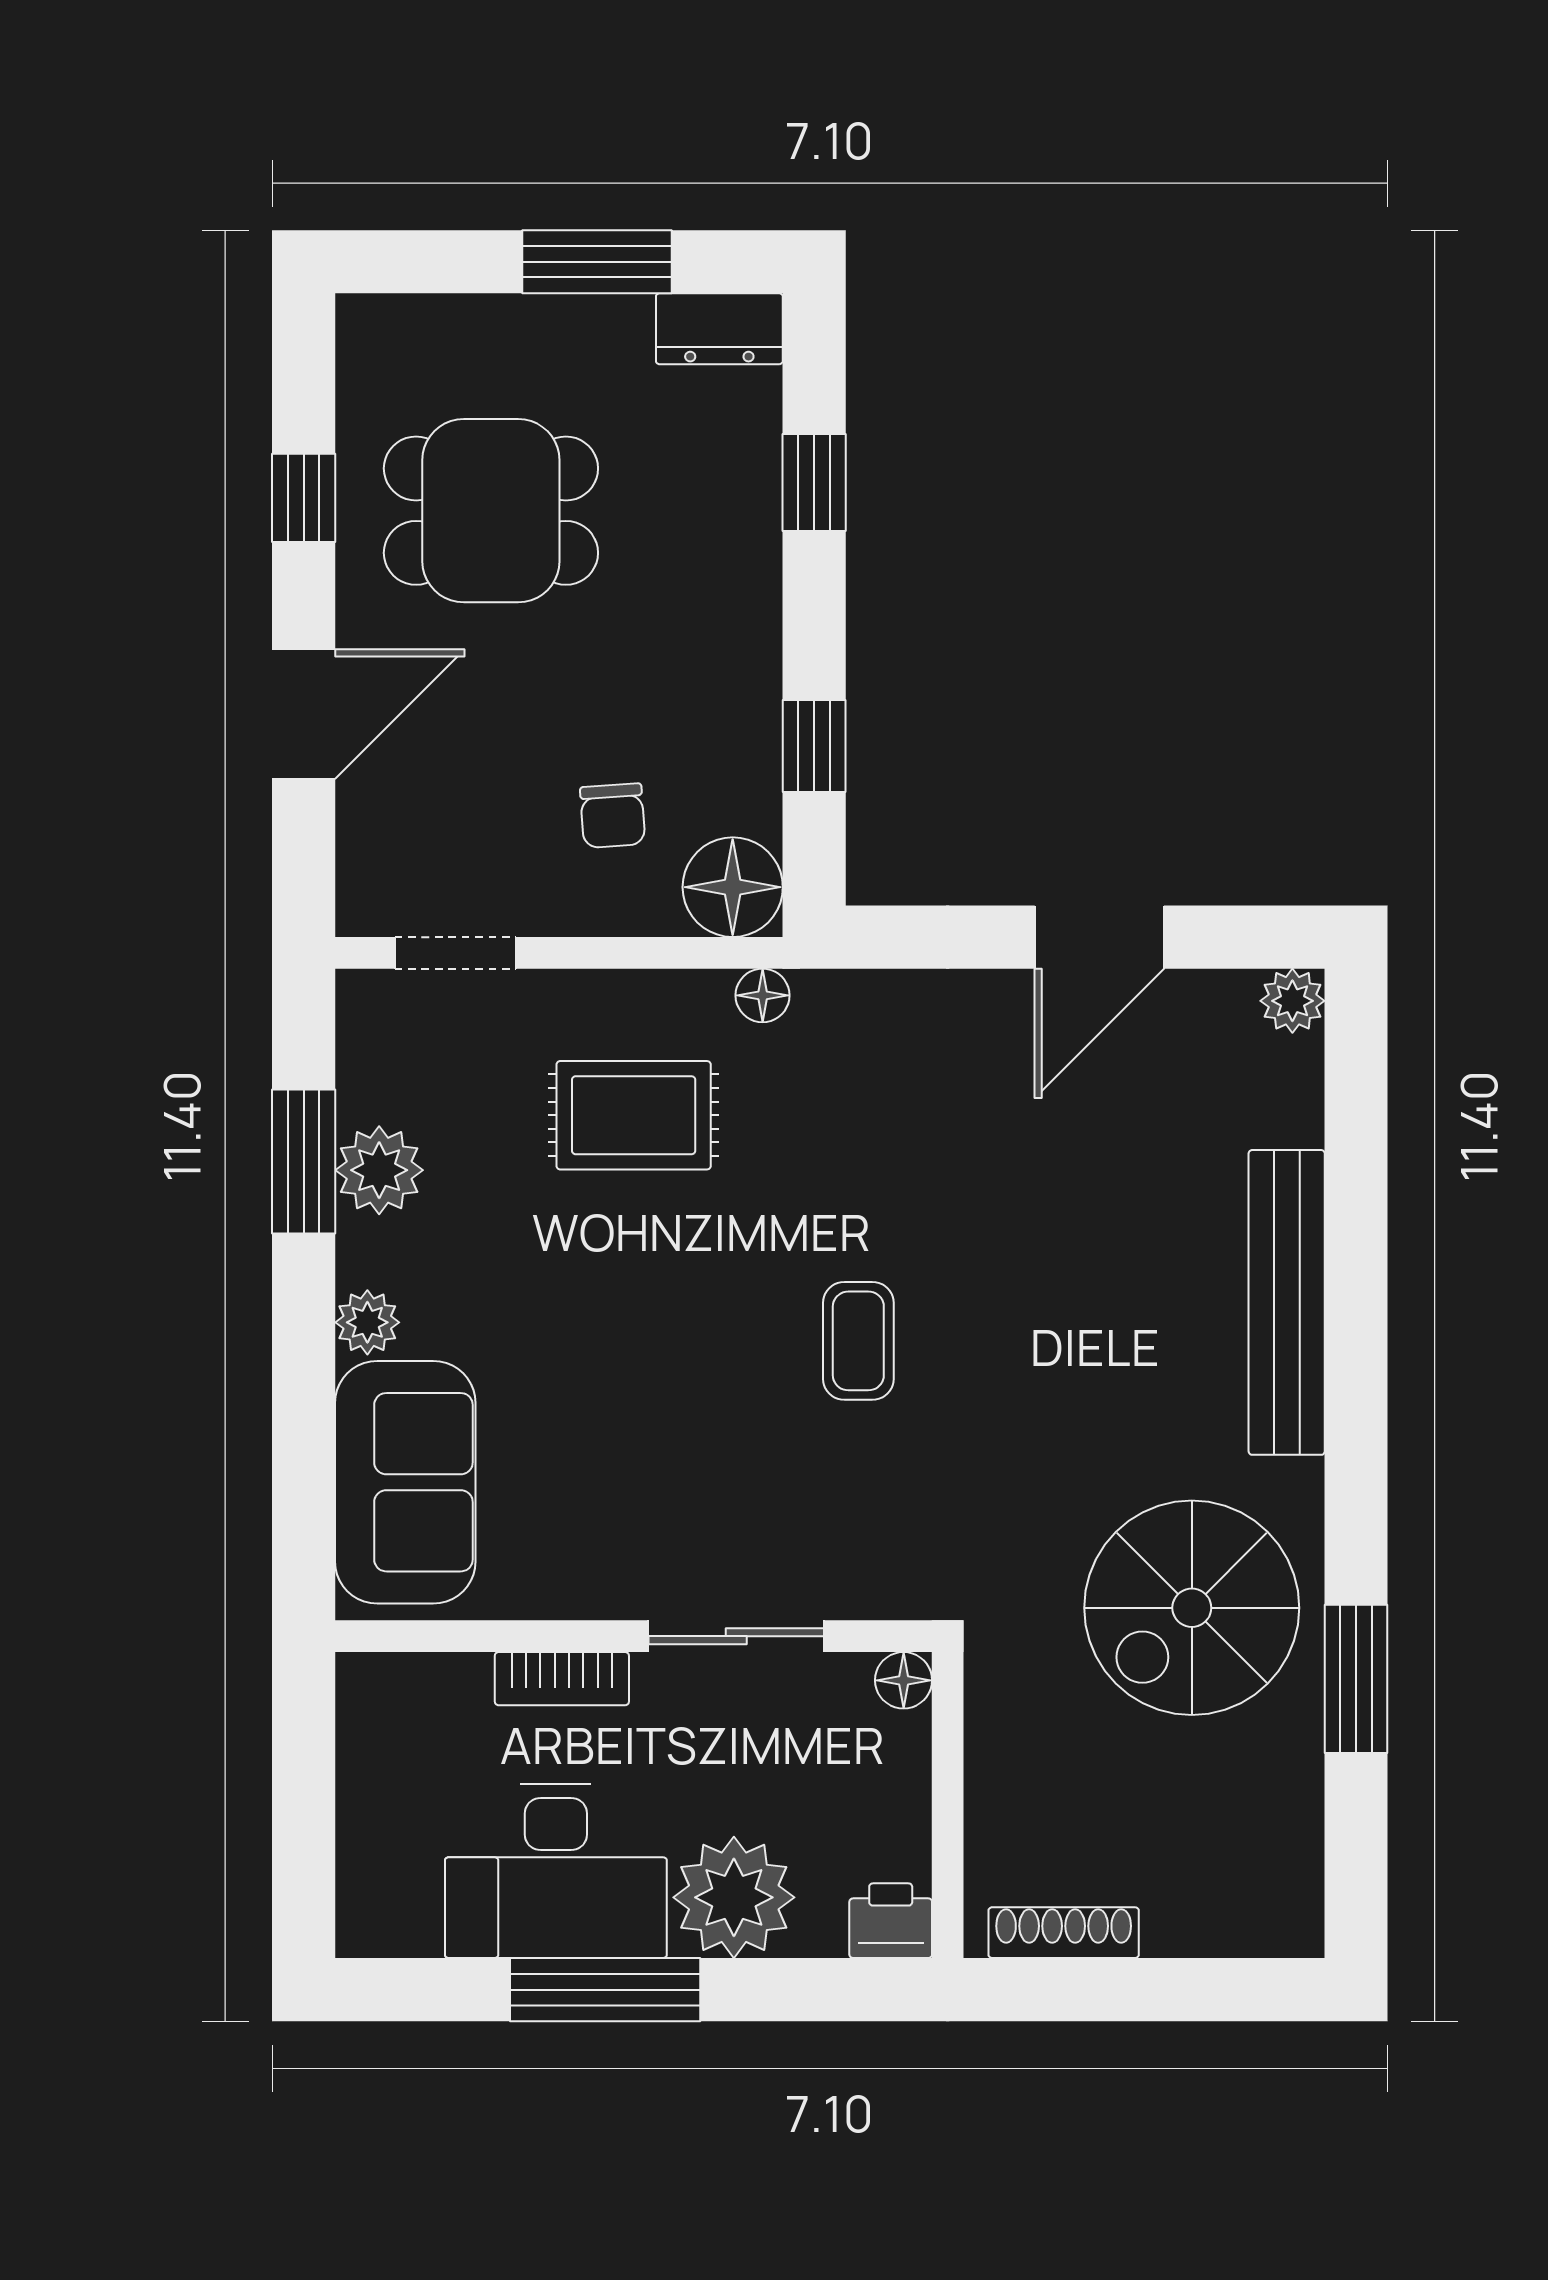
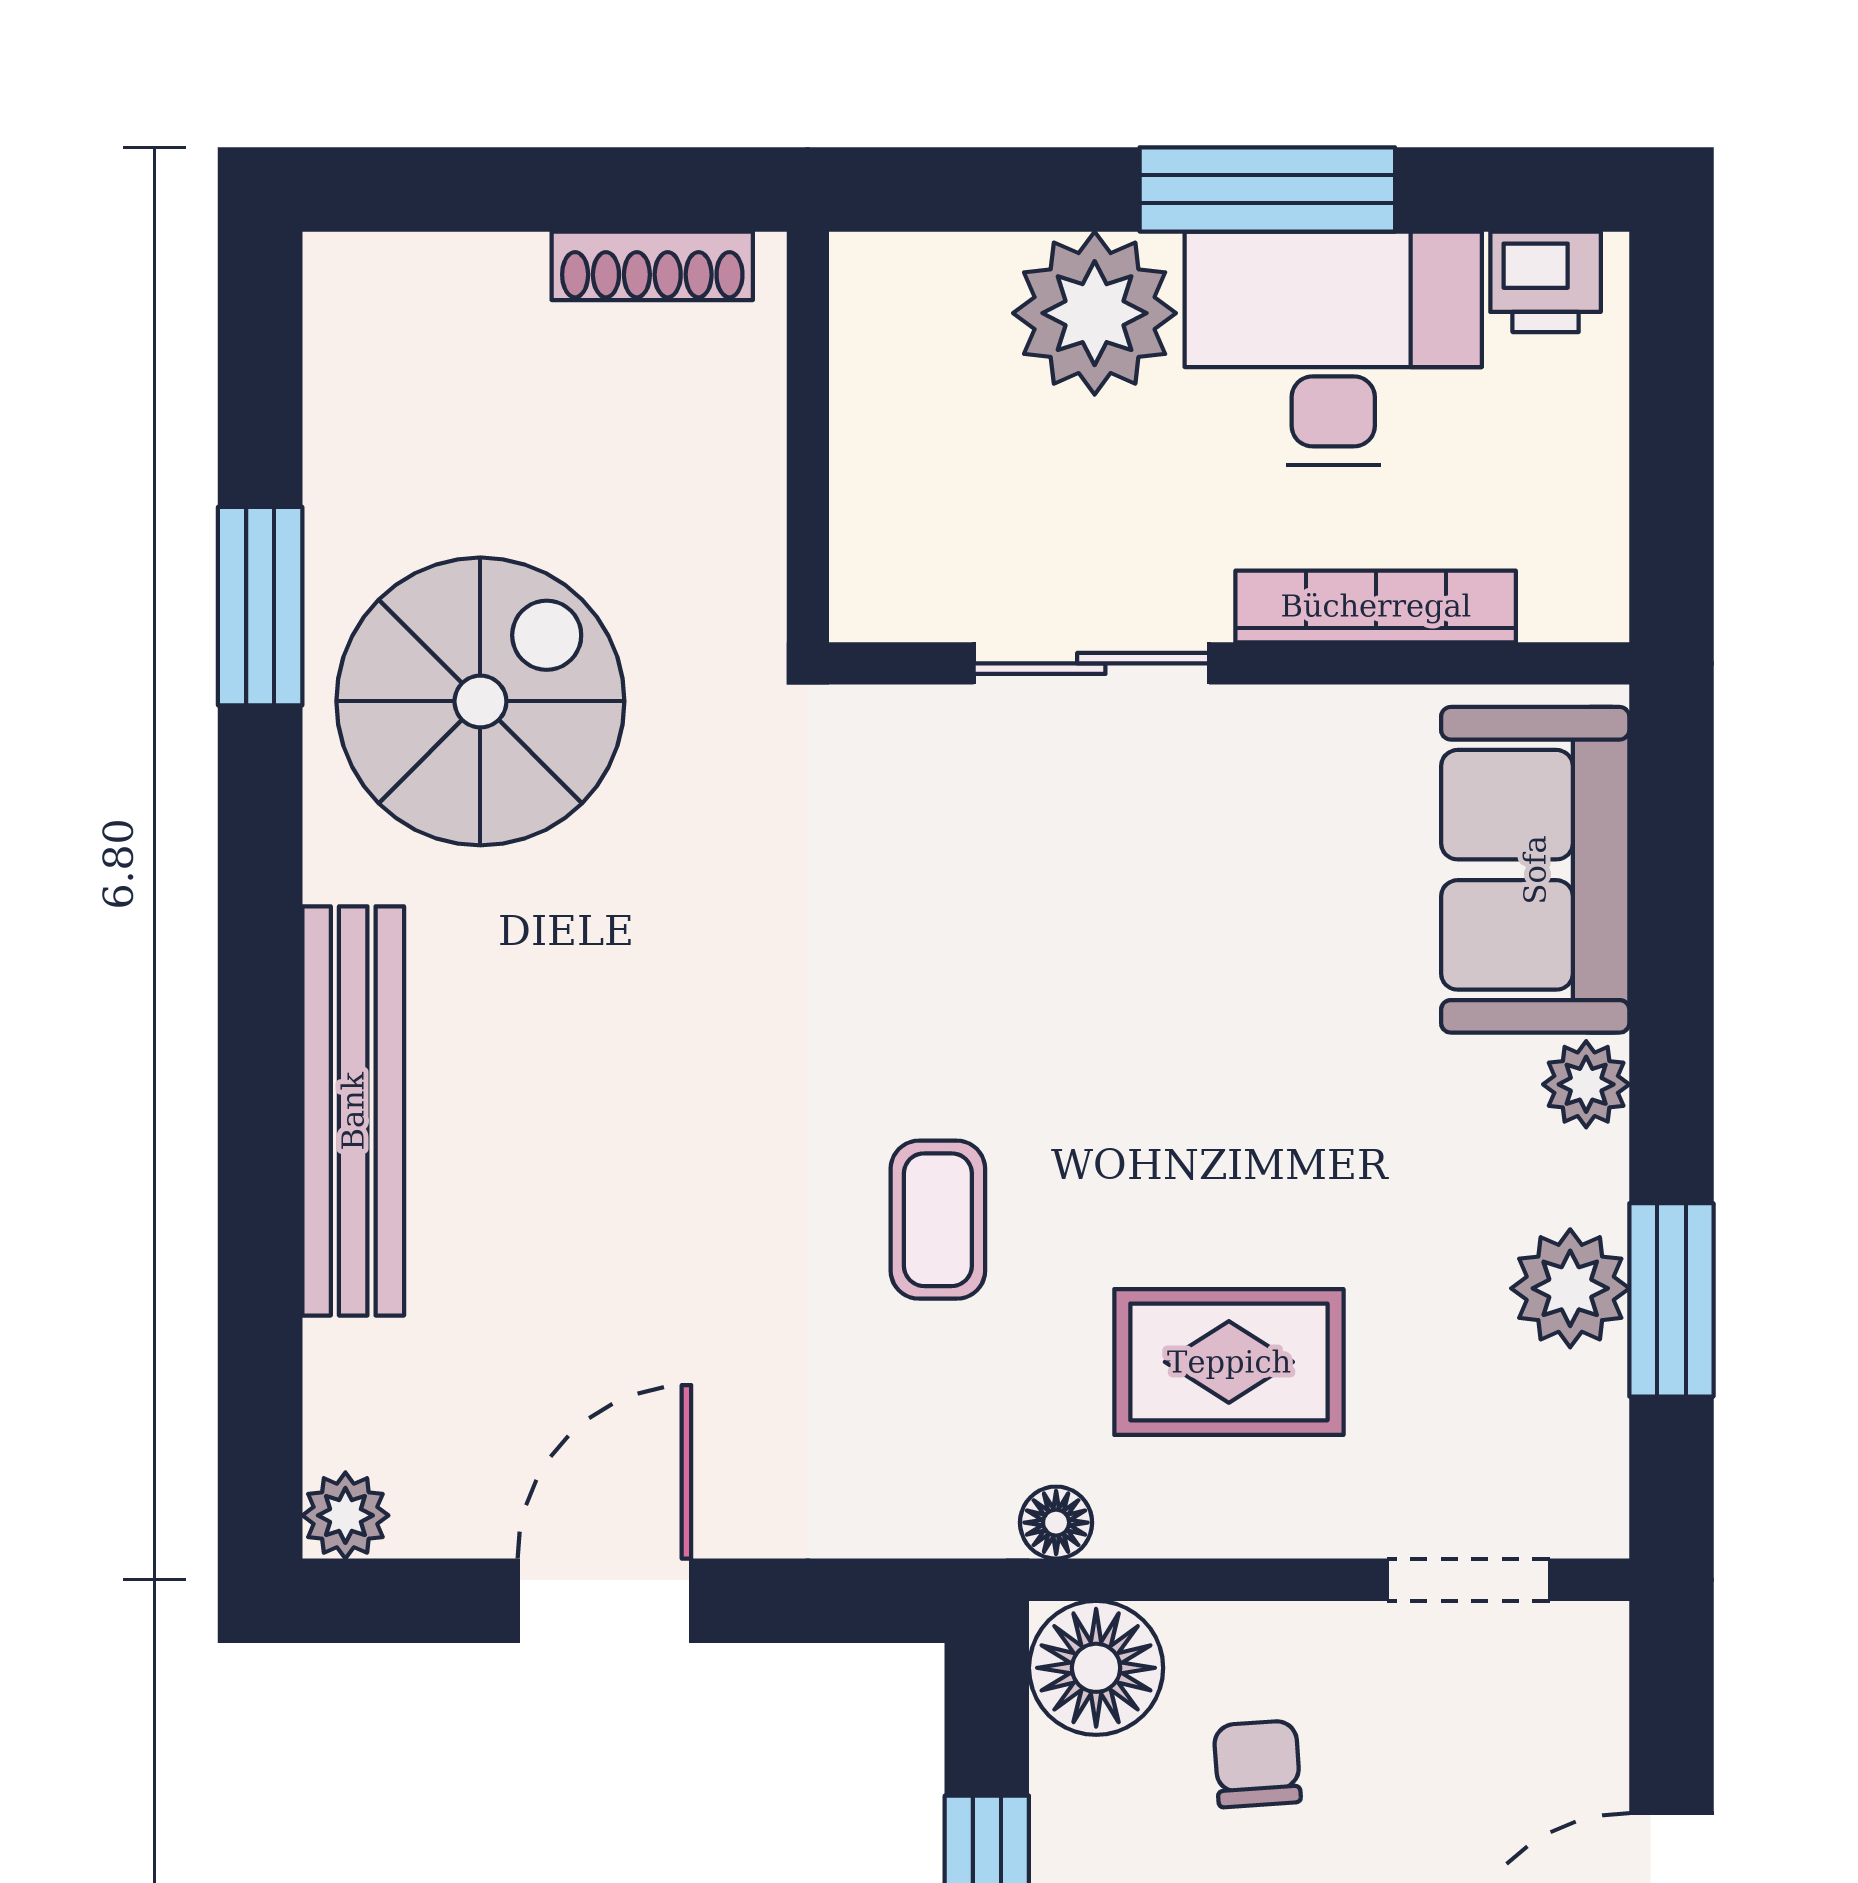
coffee table: (858, 1341) -> (938, 1220), moved
bookcase: (562, 1679) -> (1376, 606), width x1.56
floor lamp: (904, 1680) -> (867, 604), removed
printer: (891, 1921) -> (1546, 282), moved

